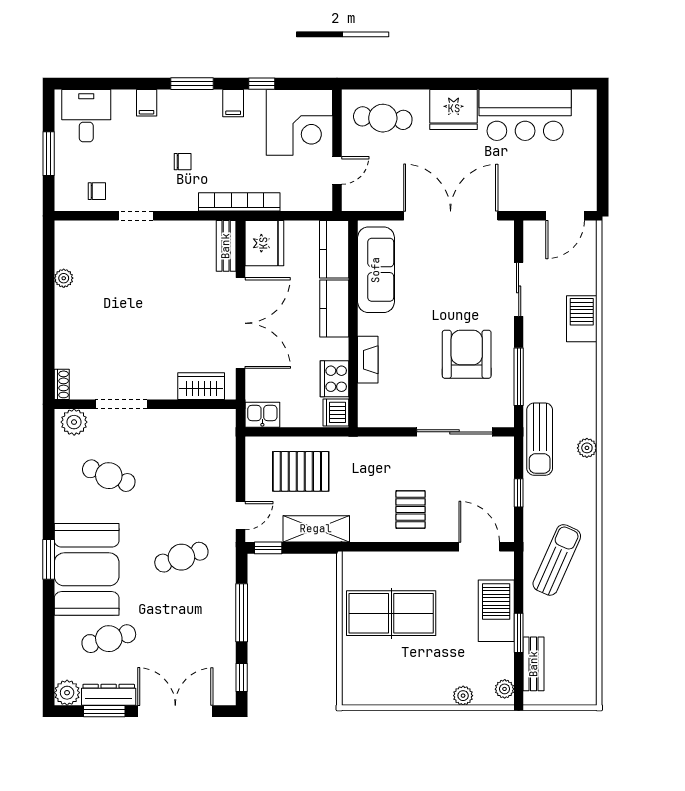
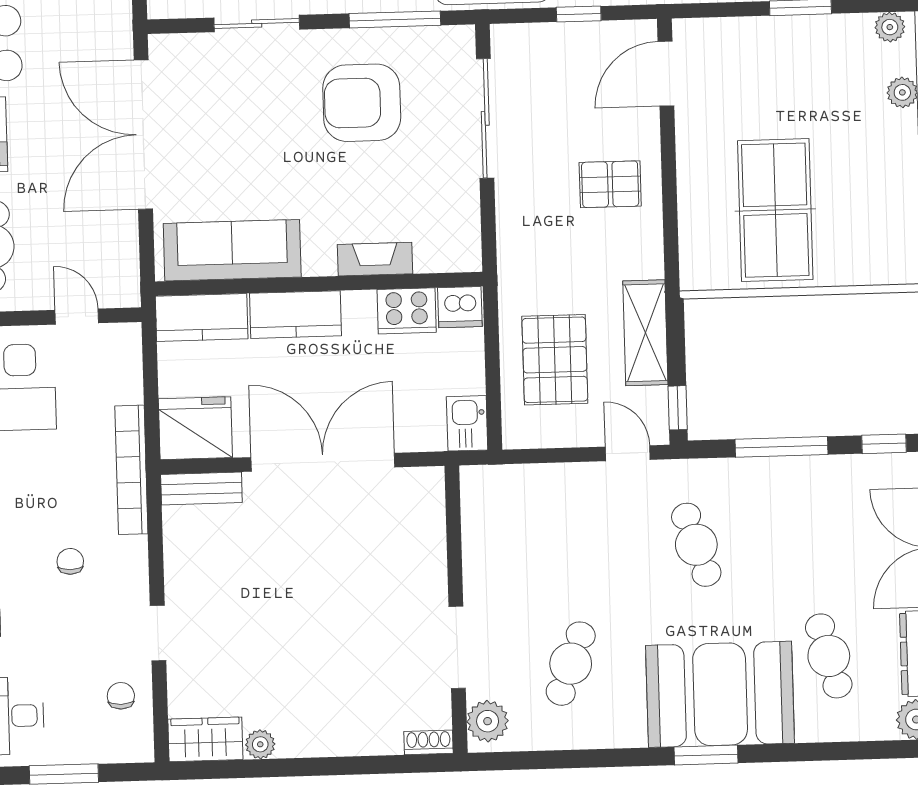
wardrobe: (201, 386) -> (205, 739), moved, turned 90
barbecue: (496, 611) -> (766, 44), removed

